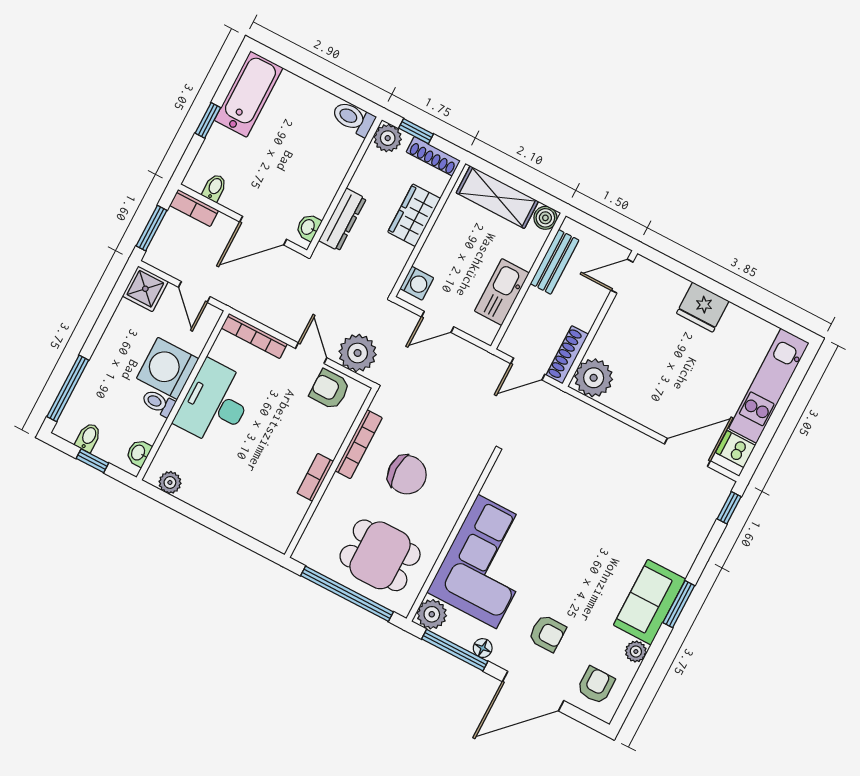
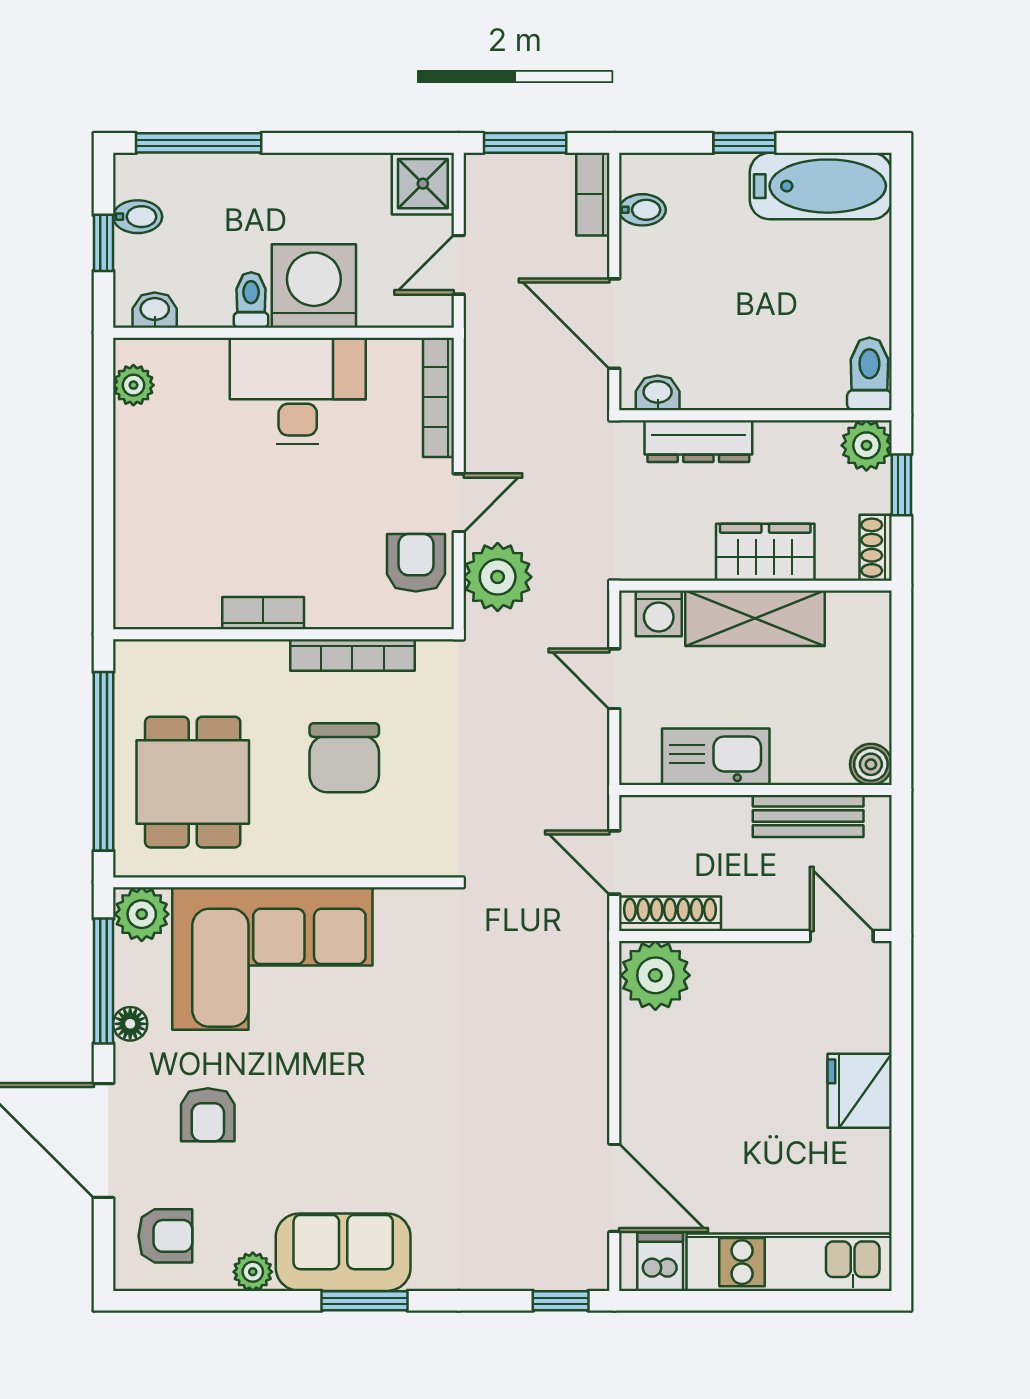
shoe rack: (433, 156) -> (876, 548), width x0.70
shelving: (497, 197) -> (755, 618), moved, turned 90

